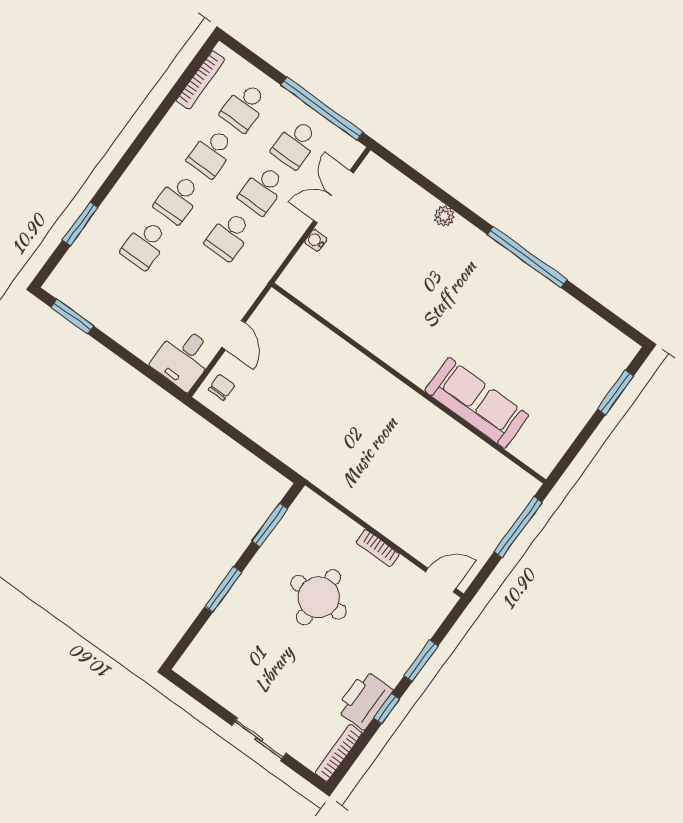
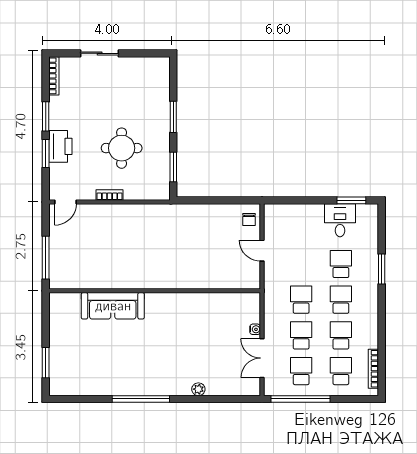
double door: (334, 197) -> (262, 358), swing flipped
window: (80, 224) -> (382, 269), moved
desk: (183, 358) -> (340, 220), moved
printer: (364, 700) -> (60, 146), moved
window: (387, 709) -> (46, 116), width x1.50

